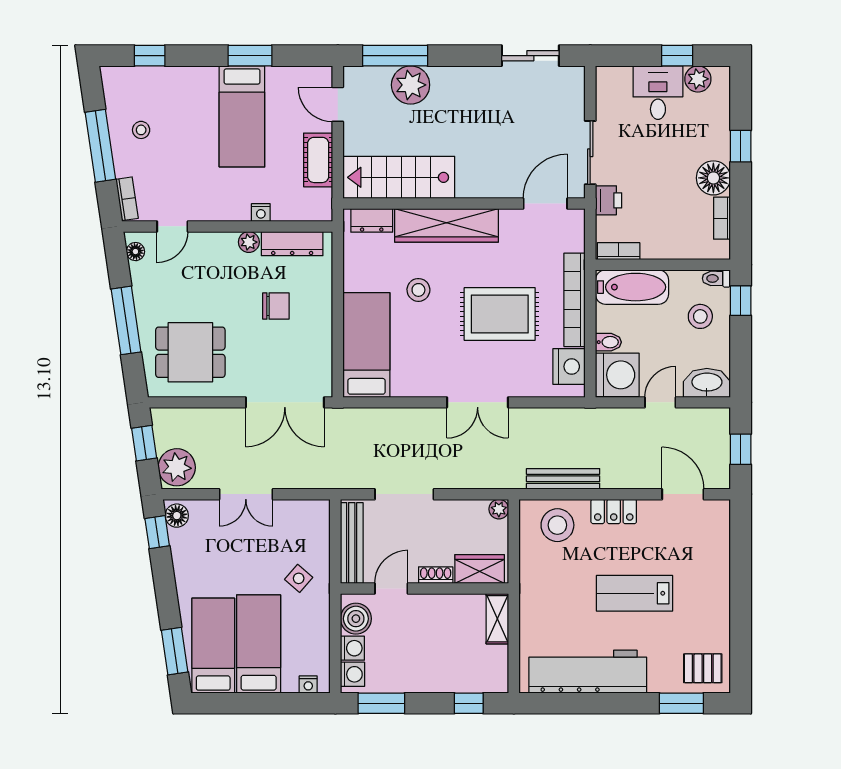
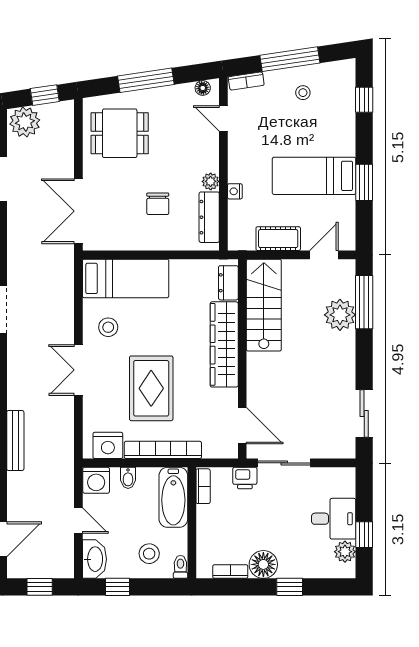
stool: (418, 290) -> (108, 327), moved
window: (741, 301) -> (117, 587), moved
dining table: (190, 352) -> (120, 133), turned 90
washing machine: (617, 375) -> (96, 480), width x0.73, depth x0.73

